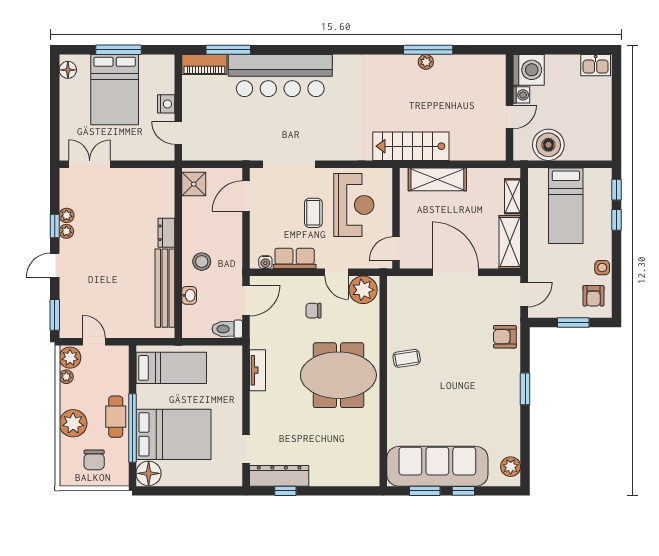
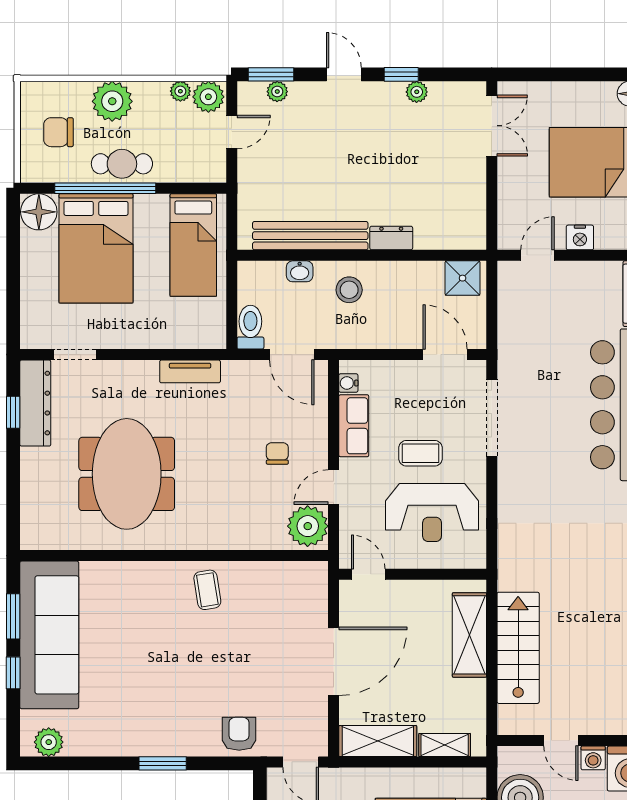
stairs: (411, 146) -> (518, 648), moved
plant: (66, 231) -> (277, 92), moved
meeting table: (338, 375) -> (127, 474), moved

